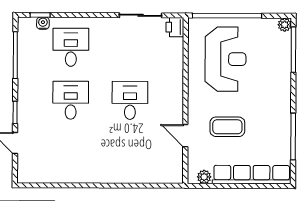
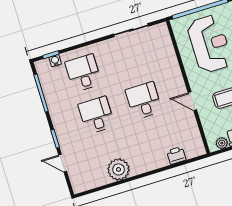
printer: (175, 27) -> (176, 155), moved, turned 90
door: (185, 136) -> (192, 101), moved
plant: (77, 170) -> (119, 169), added

